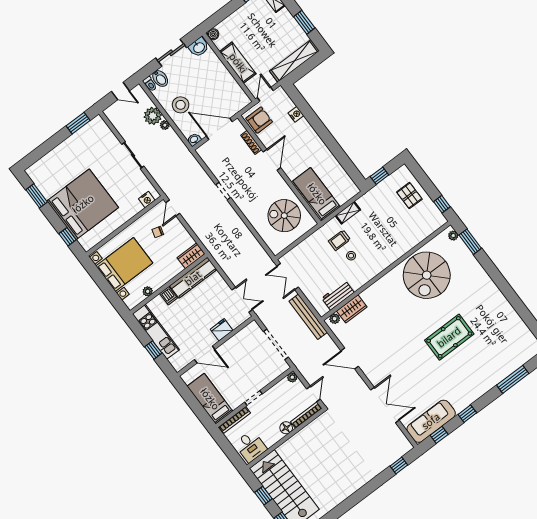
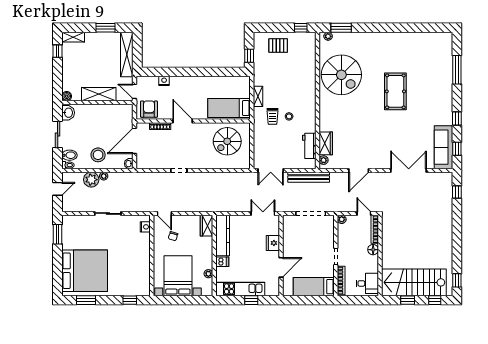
bed: (83, 204) -> (85, 271), moved, turned 90

